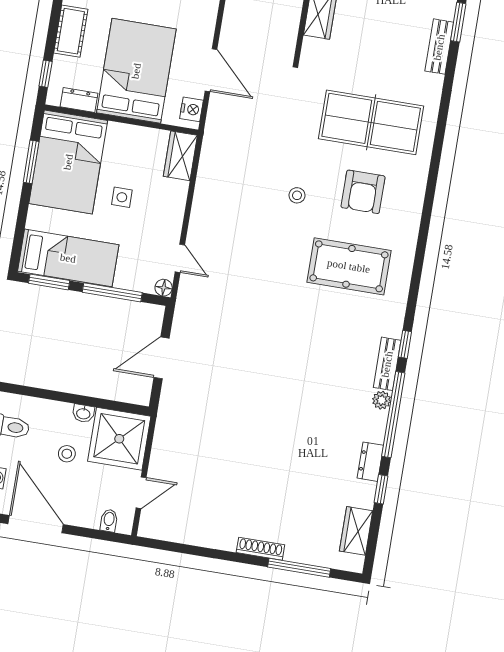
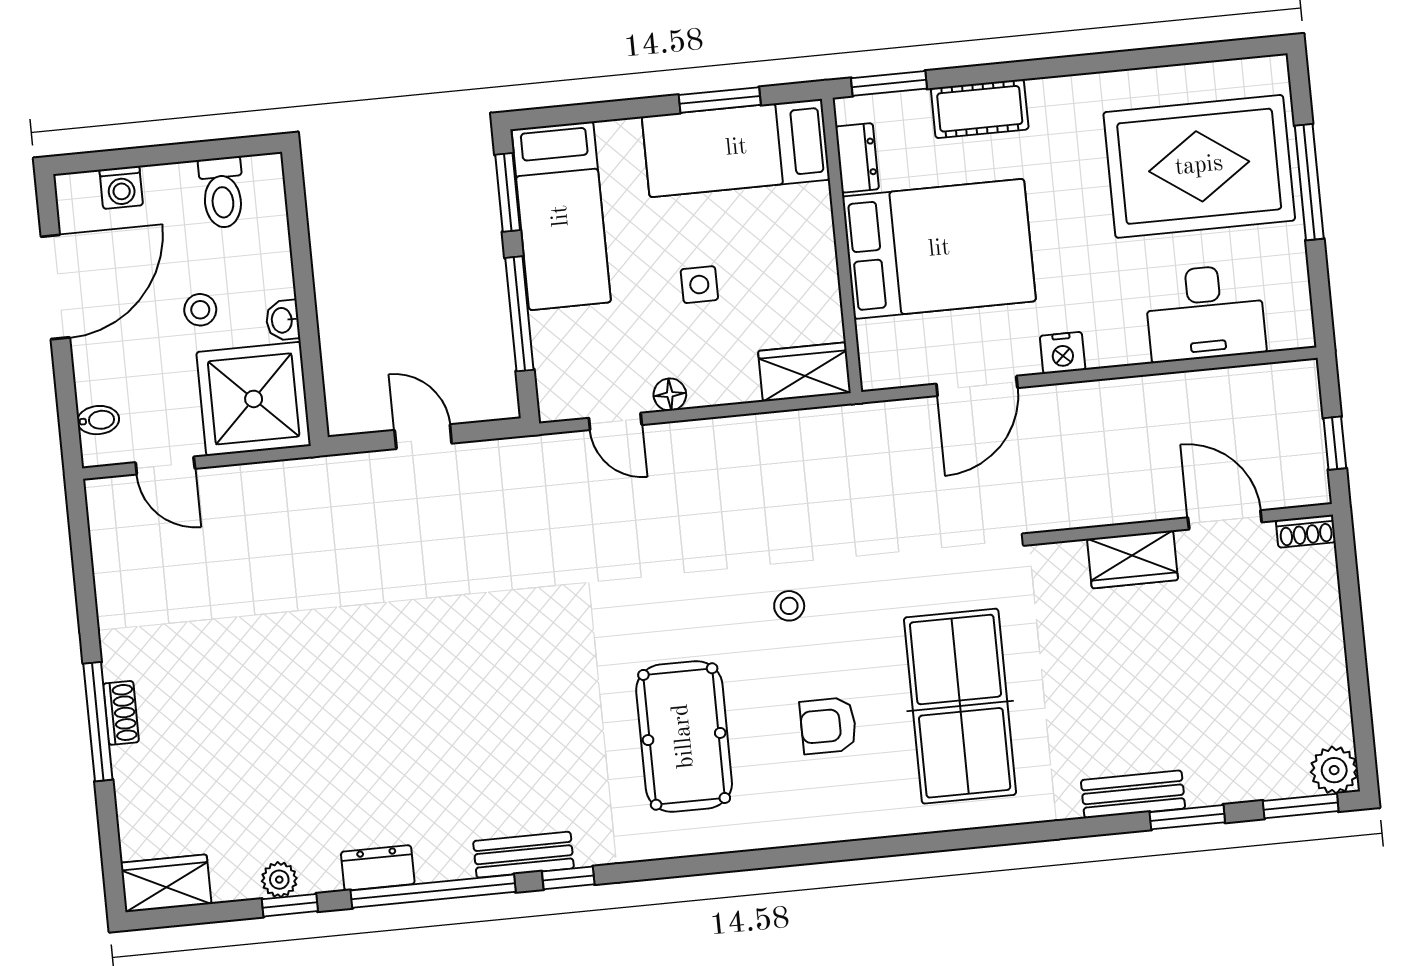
window: (46, 74) -> (889, 83), width x1.50
nightstand: (191, 109) -> (1063, 353), moved
bed: (68, 162) -> (736, 148), width x0.67
armchair: (363, 192) -> (828, 726), width x0.72, depth x0.72
door: (180, 258) -> (615, 421), hinge flipped
floor lamp: (164, 288) -> (670, 395), moved
door: (161, 358) -> (423, 437), width x0.73
plant: (382, 400) -> (279, 880), moved
dresser: (370, 462) -> (378, 868), moved
wardrobe: (356, 531) -> (166, 883), moved
shoe rack: (260, 549) -> (121, 713), width x0.70
window: (299, 568) -> (98, 722), moved

